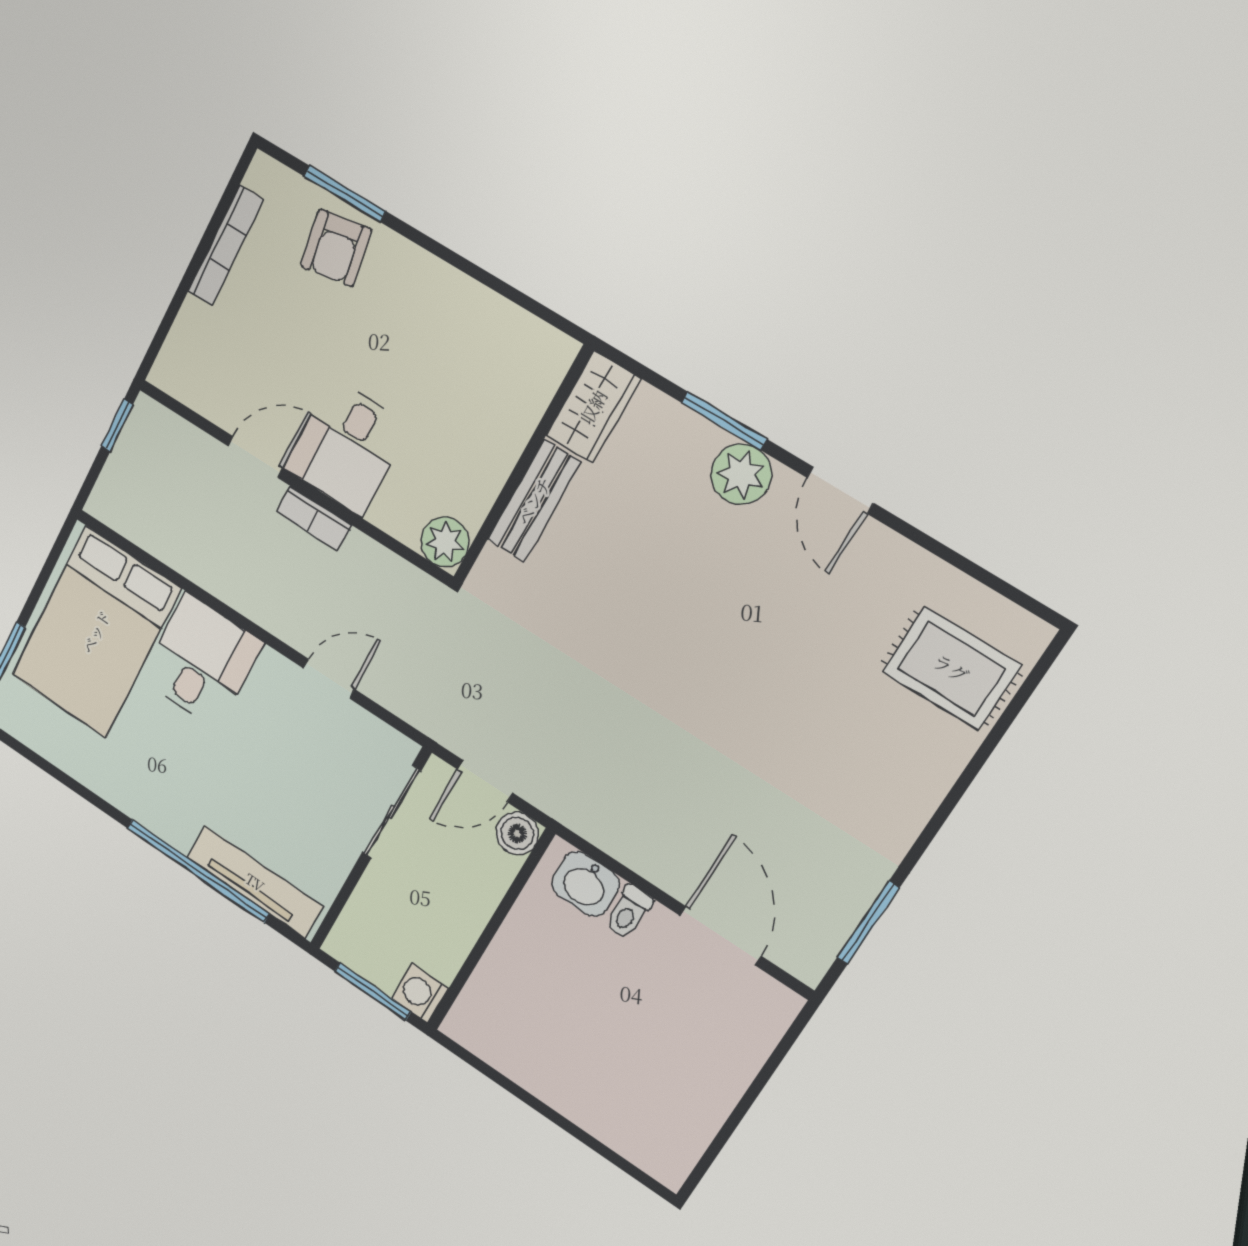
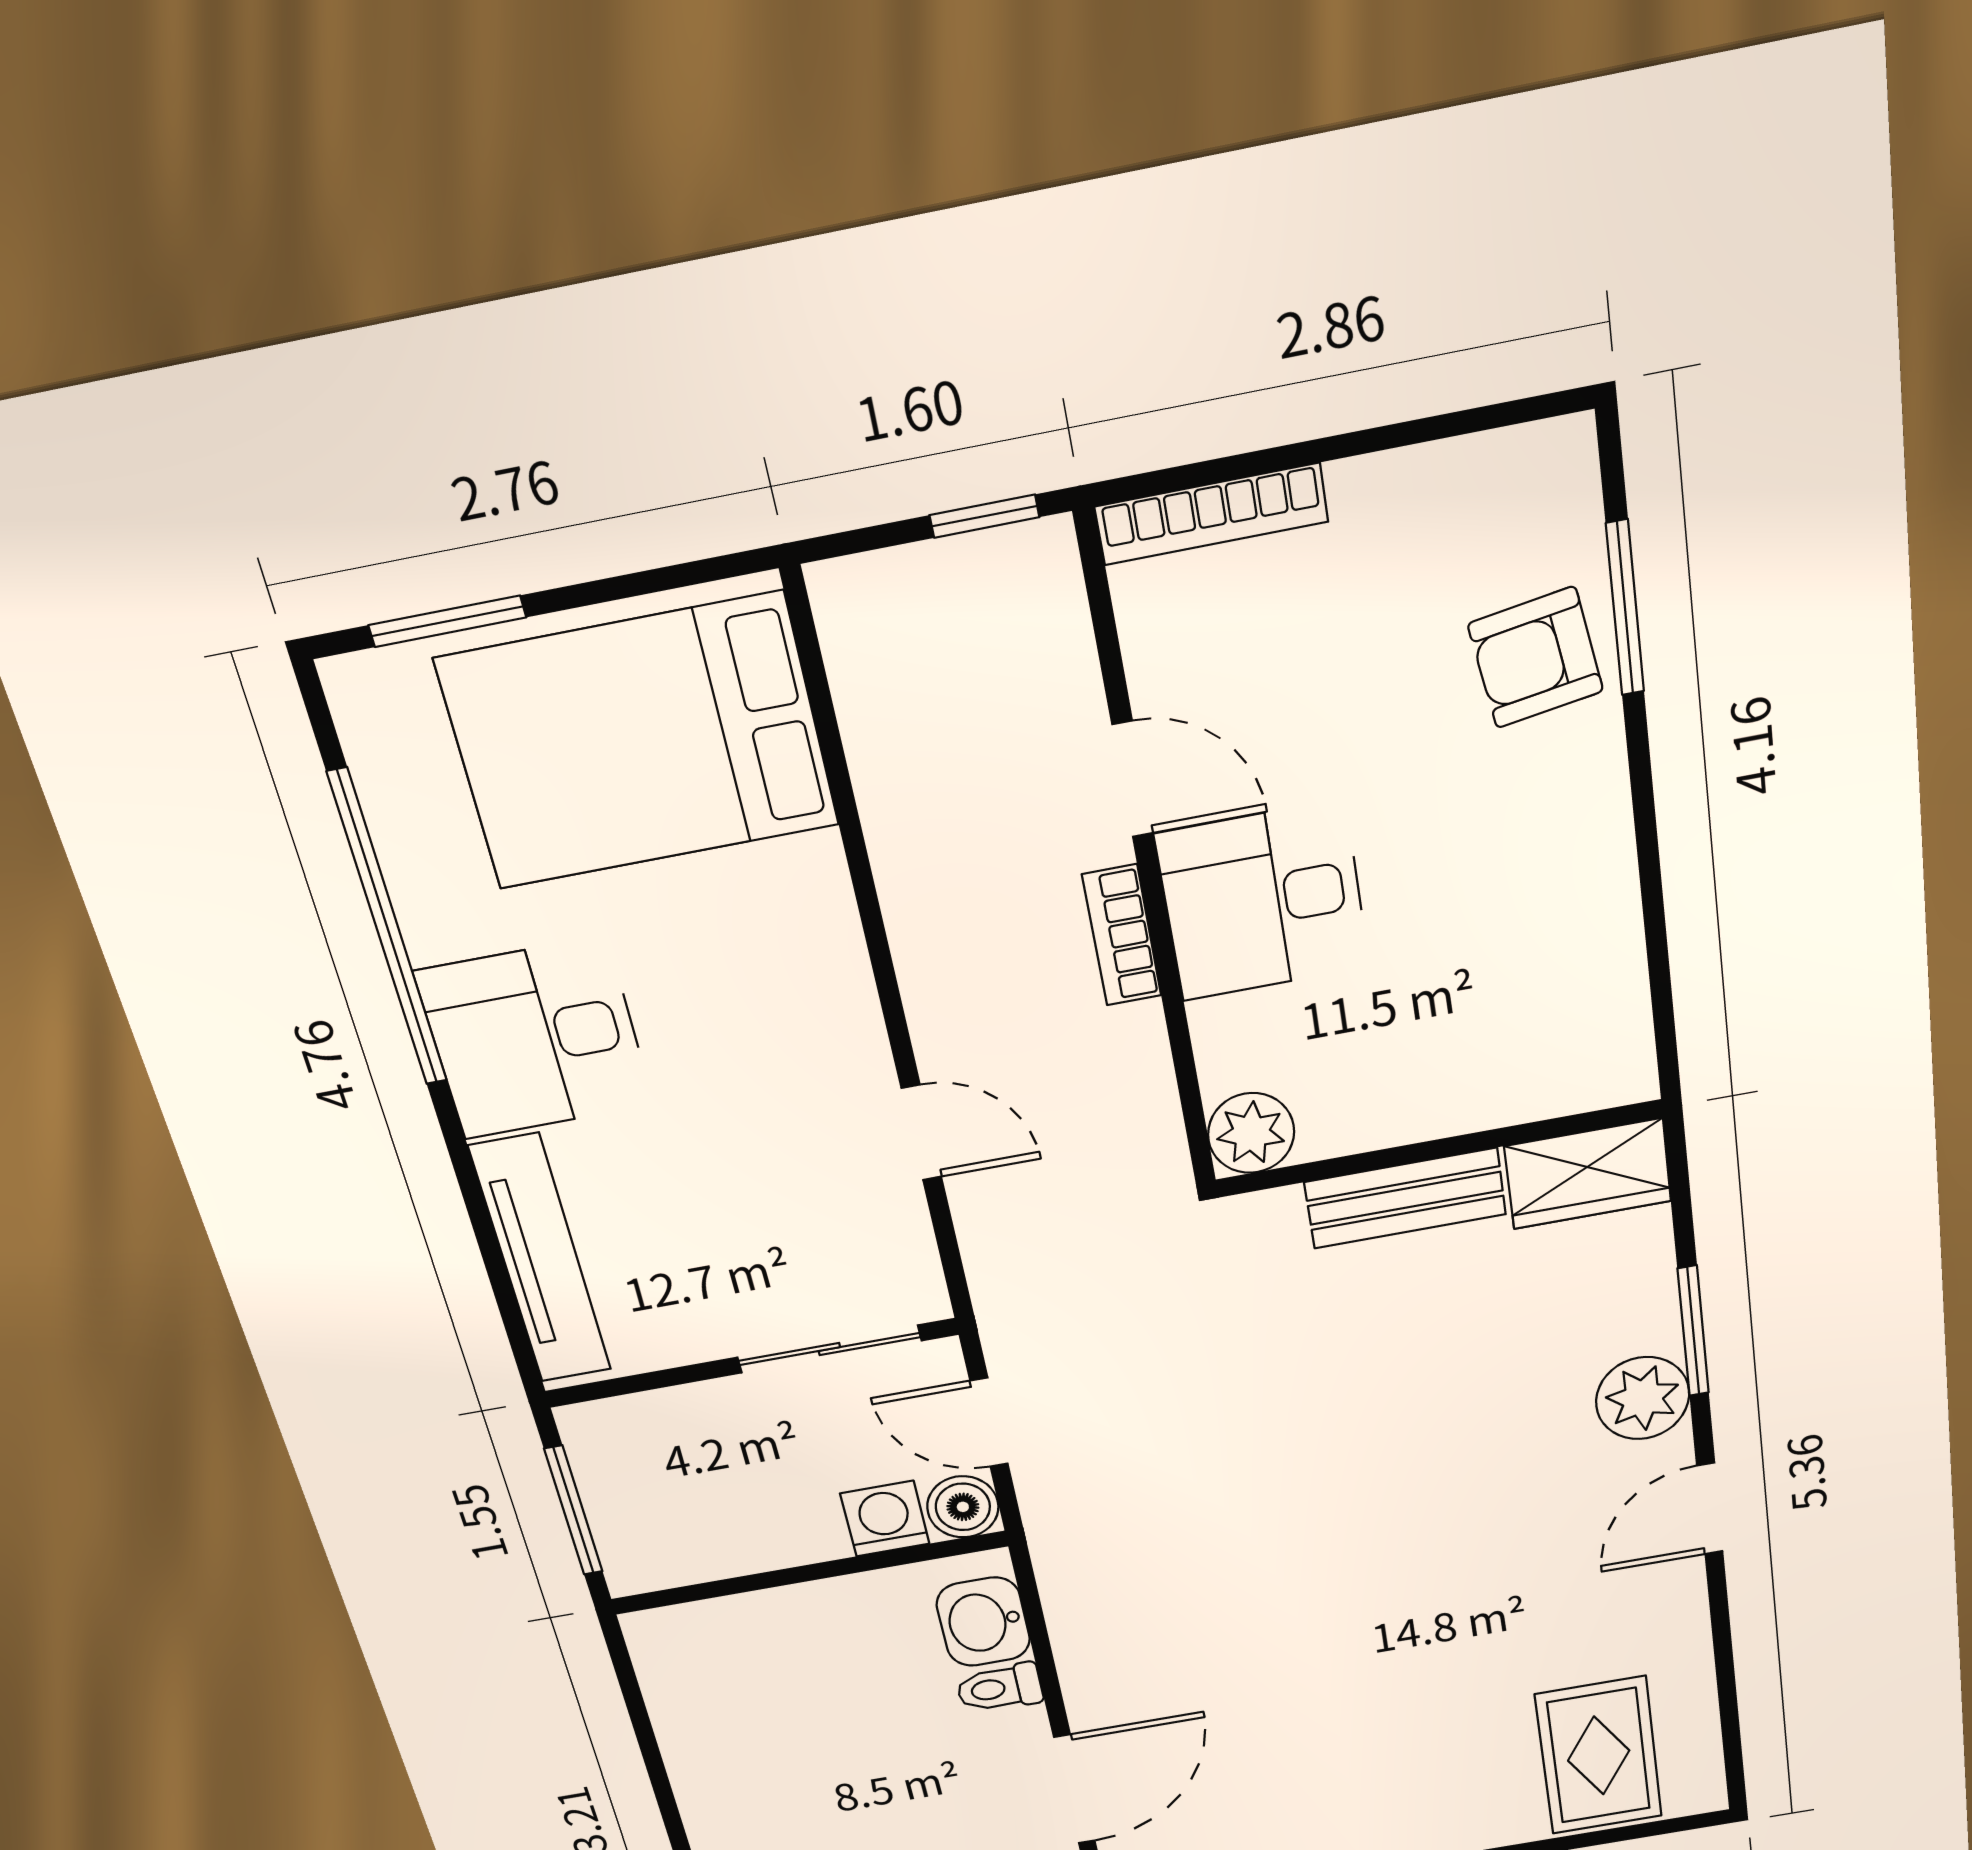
bookcase: (226, 246) -> (1212, 514), moved
desk: (201, 661) -> (535, 1038), moved, turned 180
window: (198, 871) -> (388, 930), moved
washing machine: (420, 993) -> (885, 1519), moved

